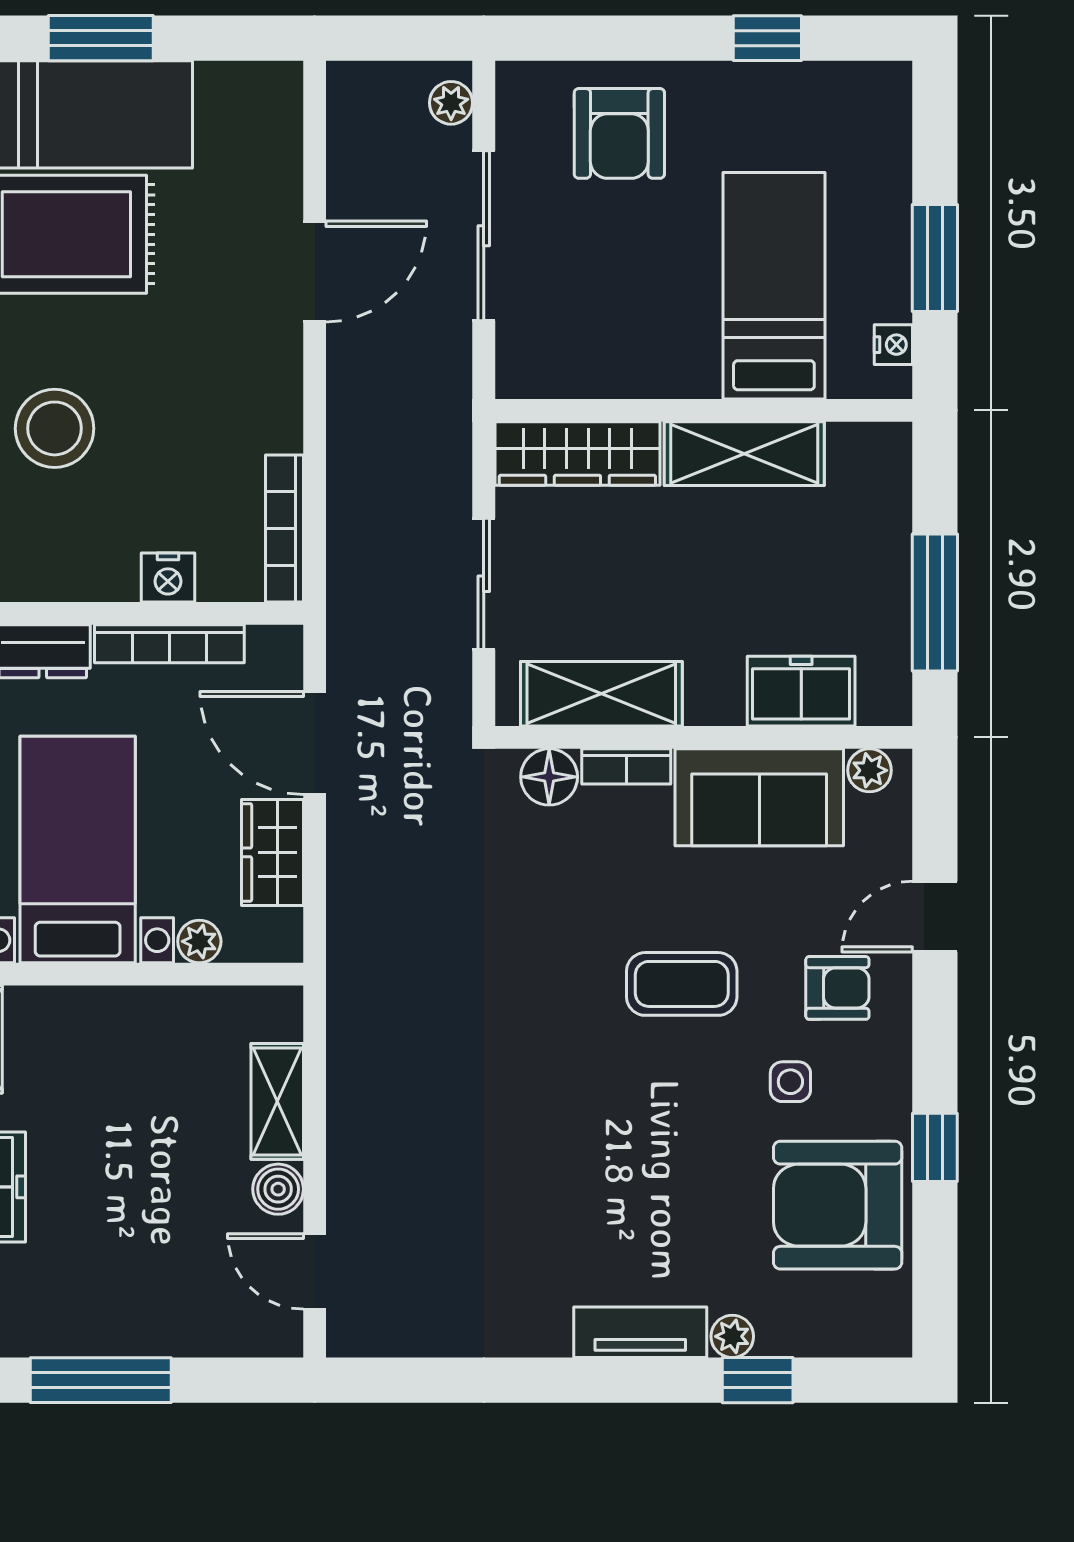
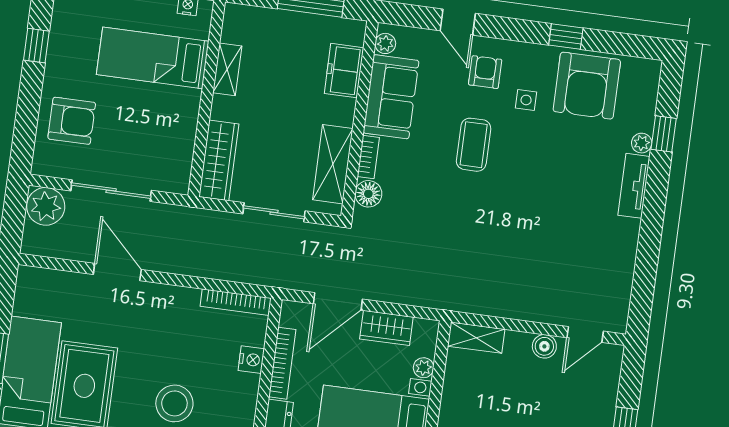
plant: (451, 103) -> (46, 206), width x1.88, depth x1.88
shelving: (744, 454) -> (227, 69), width x0.67, depth x0.75
shelving: (277, 1101) -> (476, 338), moved

